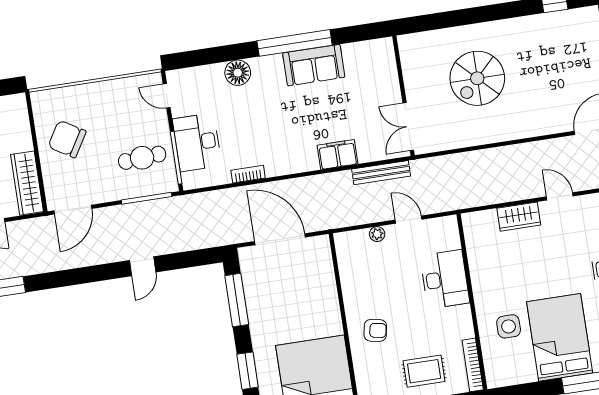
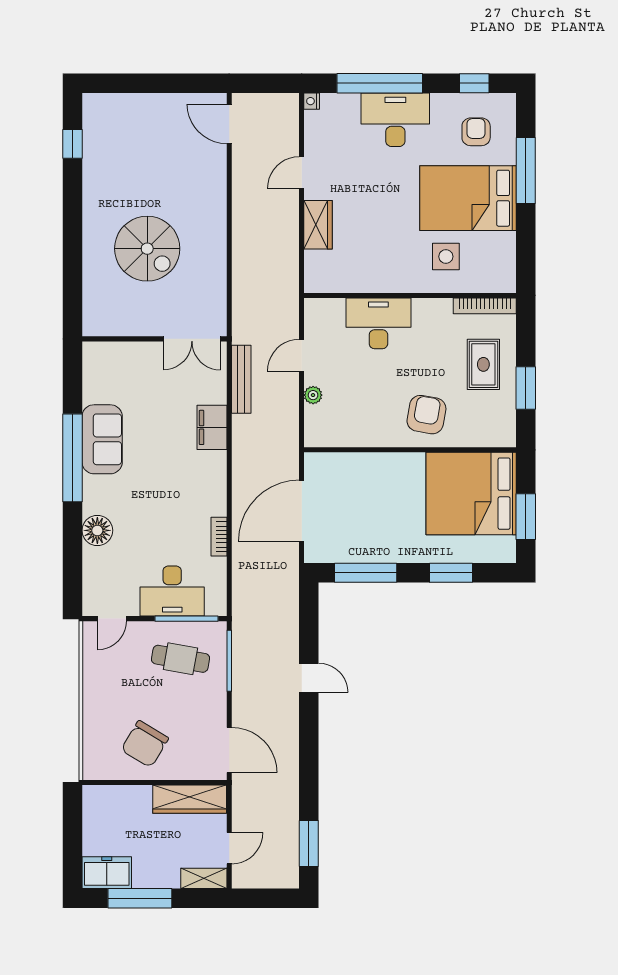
cafe table: (142, 158) -> (180, 659), turned -76
armchair: (375, 330) -> (426, 415), width x1.38, depth x1.38

